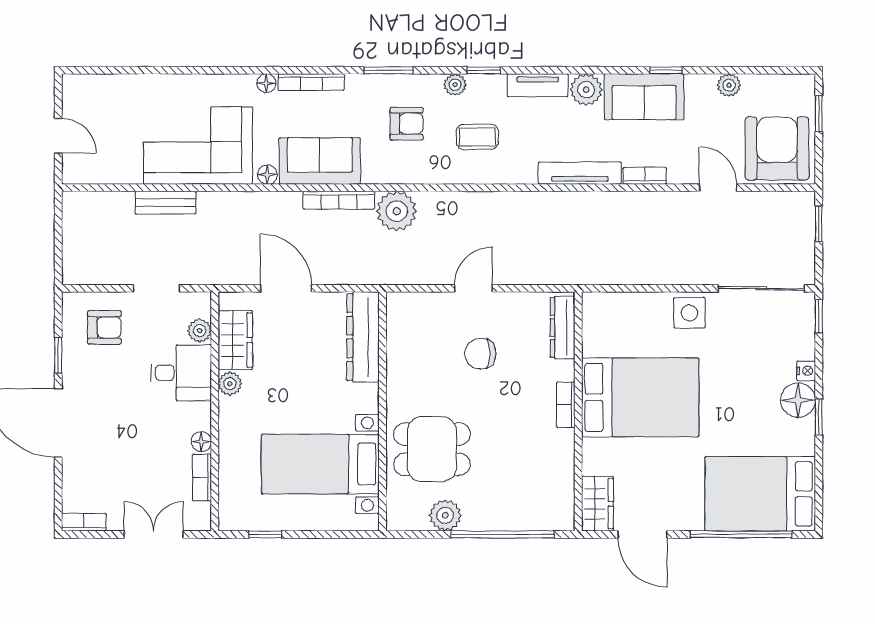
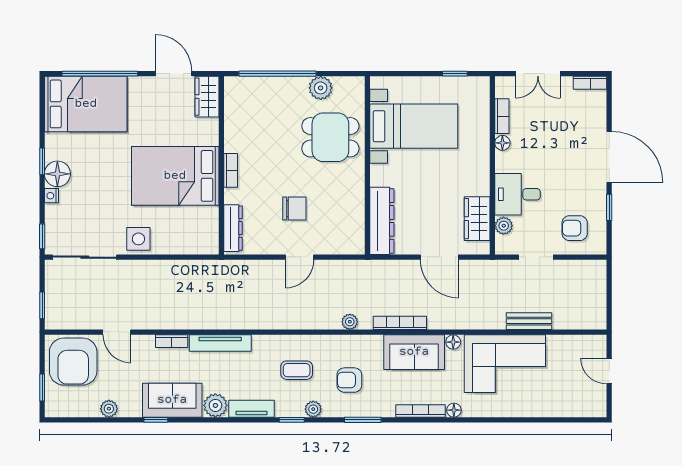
plant: (397, 211) -> (350, 322), width x0.53, depth x0.53
plant: (230, 384) -> (481, 186), removed

